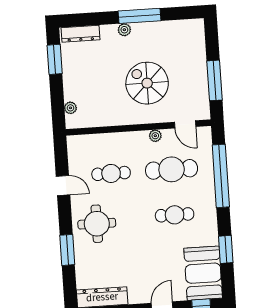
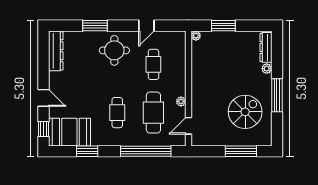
plant: (124, 30) -> (267, 69), moved
window: (55, 59) -> (223, 26), moved
window: (214, 80) -> (241, 151), moved
spiral stairs: (147, 83) -> (245, 112), moved
plant: (70, 108) -> (196, 36), moved

